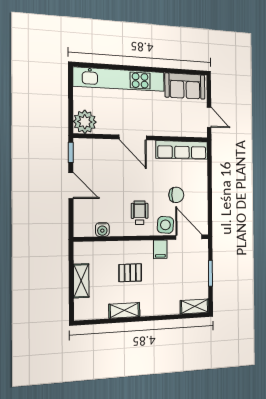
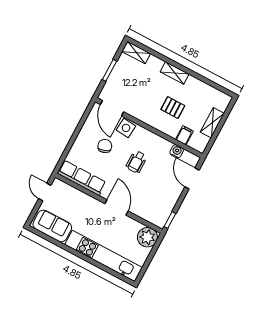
door: (71, 185) -> (192, 178), moved
chair: (176, 195) -> (105, 146), turned 69
wheelchair: (140, 213) -> (136, 162), moved
filing cabinet: (160, 249) -> (184, 135), moved
shelving: (124, 310) -> (175, 73), moved

